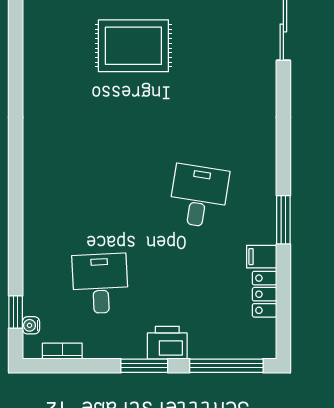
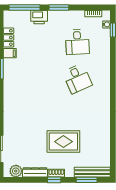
desk: (199, 196) -> (77, 79), moved, turned -33
printer: (167, 343) -> (39, 17), moved

